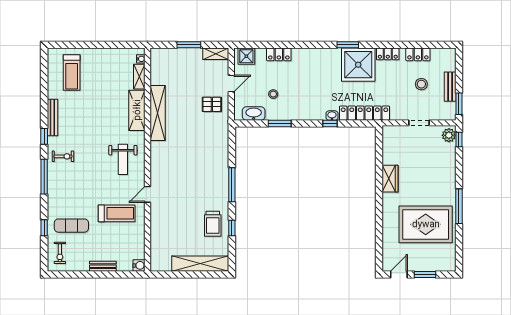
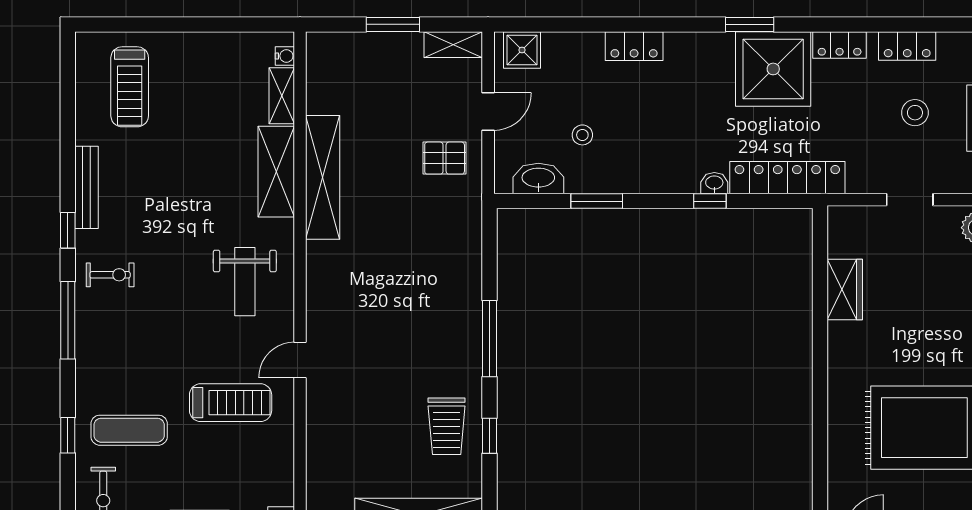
locker: (279, 54) -> (634, 46), moved
wardrobe: (390, 179) -> (845, 289), moved

